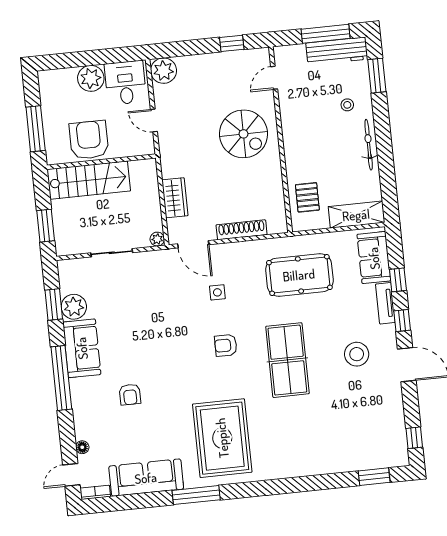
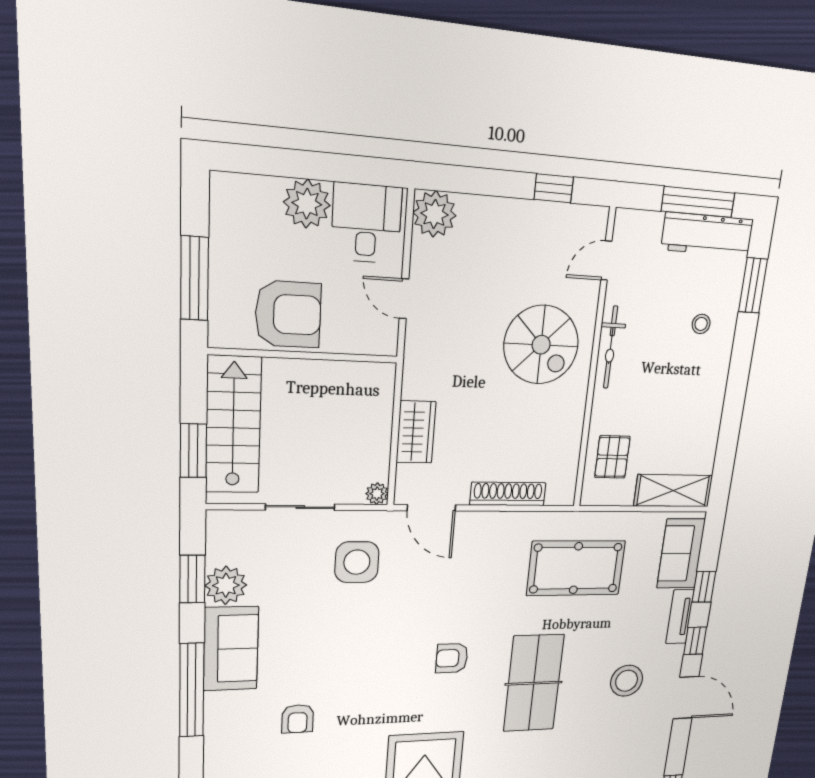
armchair: (89, 140) -> (288, 314), turned 90
bicycle: (369, 145) -> (611, 347), moved, turned 180
stairs: (89, 180) -> (233, 425), moved, turned -90
side table: (217, 292) -> (357, 562), moved, width x1.87, depth x1.87

